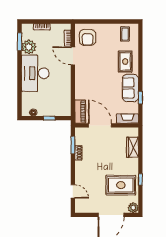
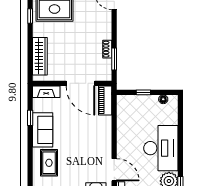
wardrobe: (132, 147) -> (40, 56), width x1.50

